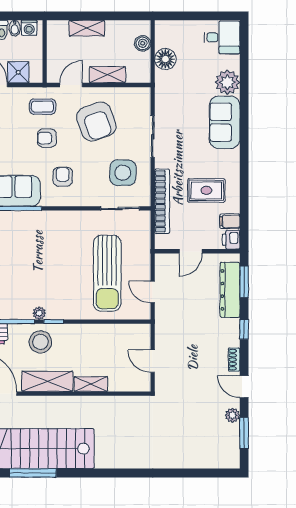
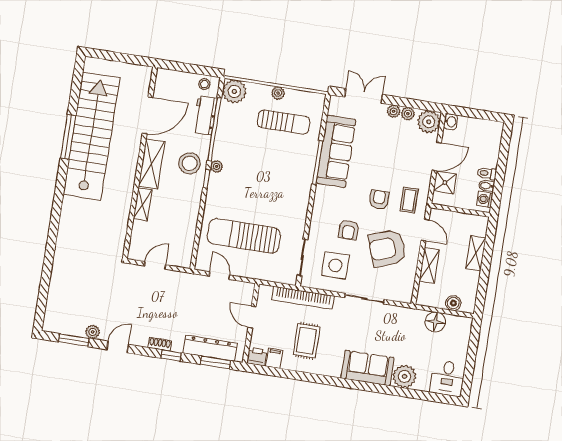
armchair: (63, 177) -> (349, 230), moved, turned 90
door: (153, 292) -> (219, 276), hinge flipped
shoe rack: (234, 360) -> (160, 344), moved

